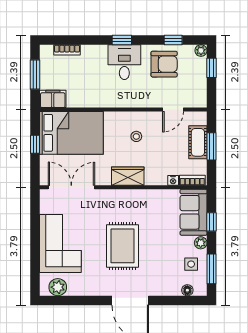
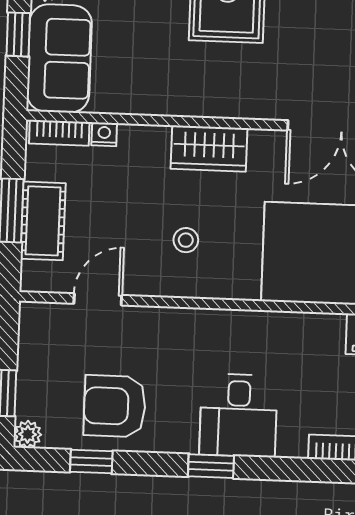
desk: (124, 62) -> (238, 415), moved

